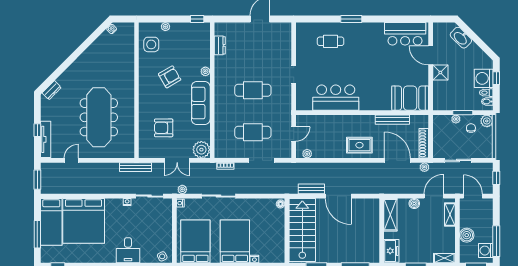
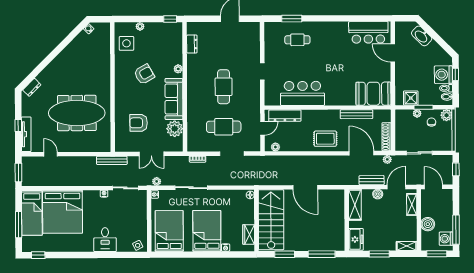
window: (351, 19) -> (292, 19), moved
shower: (440, 73) -> (411, 98), moved
cafe table: (253, 90) -> (224, 87), turned 90
meeting table: (99, 117) -> (77, 113), turned 90
dresser: (317, 121) -> (285, 116), added
plant: (201, 150) -> (175, 129), moved
door: (71, 160) -> (51, 154), hinge flipped
bench: (311, 189) -> (372, 180), moved
wardrobe: (279, 245) -> (249, 234), added

